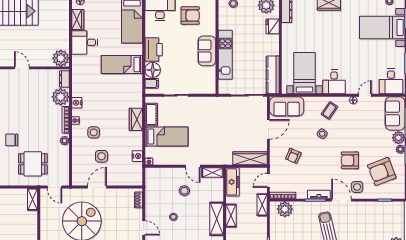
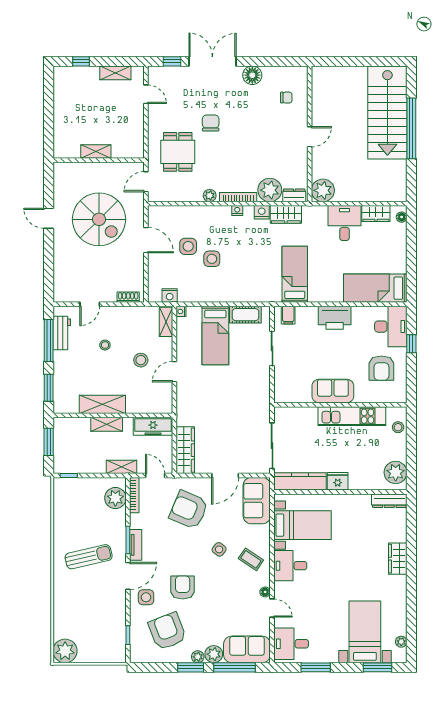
fridge: (273, 26) -> (338, 481), moved
kitchen unit: (225, 55) -> (352, 416), moved
bed: (122, 64) -> (295, 274), moved
floor lamp: (153, 70) -> (307, 317), removed
wardrobe: (136, 119) -> (286, 214), moved, turned 180
door: (268, 129) -> (225, 475), hinge flipped
side table: (94, 132) -> (212, 259), moved
nightstand: (137, 156) -> (170, 296), moved
armchair: (293, 156) -> (189, 510), width x1.88, depth x1.88
shelving: (213, 172) -> (166, 322), moved
shelving: (32, 199) -> (96, 152), moved

